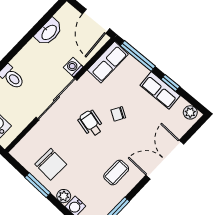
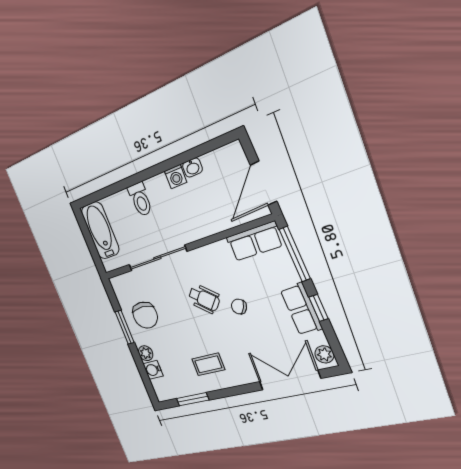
washbasin: (49, 32) -> (192, 167), width x0.52, depth x0.69
washing machine: (73, 67) -> (176, 177), moved, turned 180
sliding door: (56, 99) -> (157, 258), moved
wheelchair: (91, 123) -> (204, 299), turned 119
double door: (165, 160) -> (290, 380), moved

